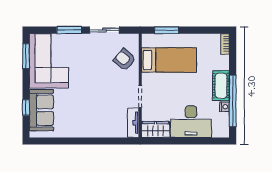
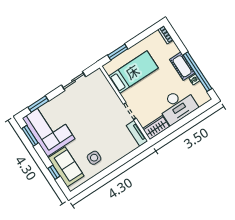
window: (69, 30) -> (38, 104), moved
armchair: (125, 60) -> (102, 93), removed
side table: (75, 119) -> (94, 158), added

